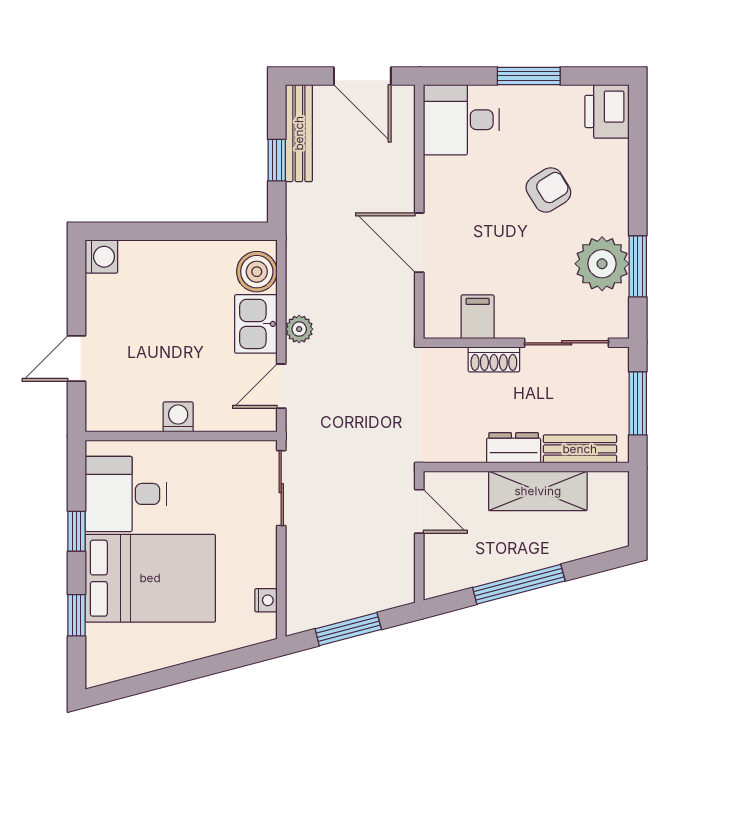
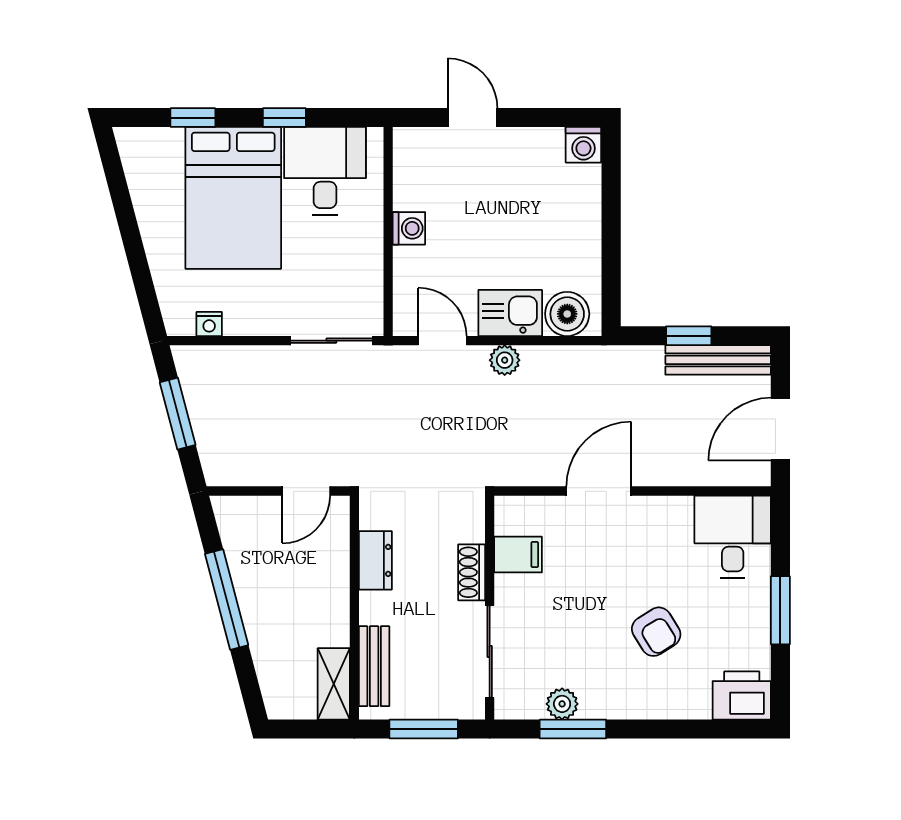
plant: (602, 264) -> (562, 704), width x0.53, depth x0.53
dresser: (514, 448) -> (375, 560), moved
shelving: (538, 491) -> (334, 684), moved, width x0.67, depth x0.75

